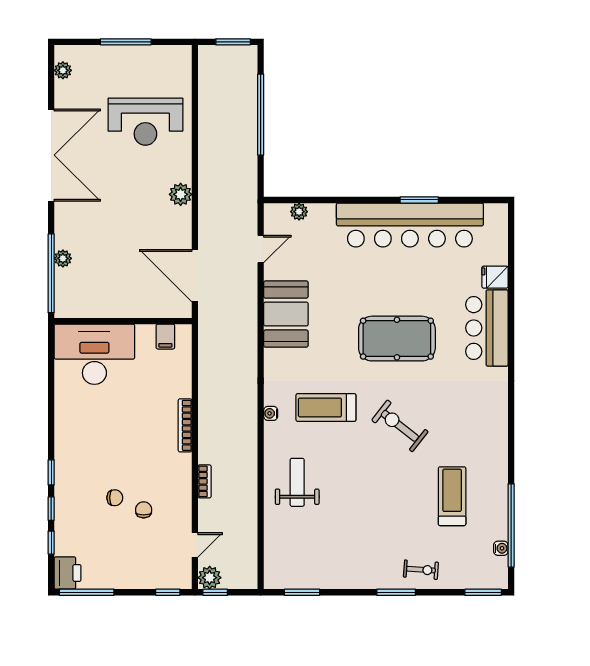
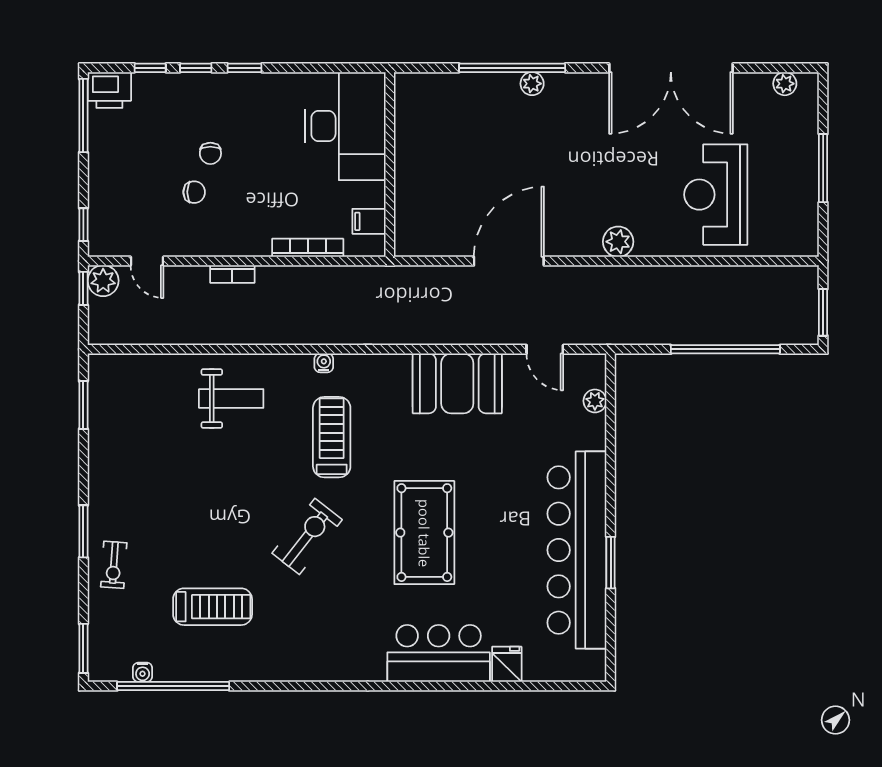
wall: (123, 321) -> (390, 164), moved
filing cabinet: (165, 337) -> (369, 221), moved
desk: (94, 354) -> (345, 126), moved

